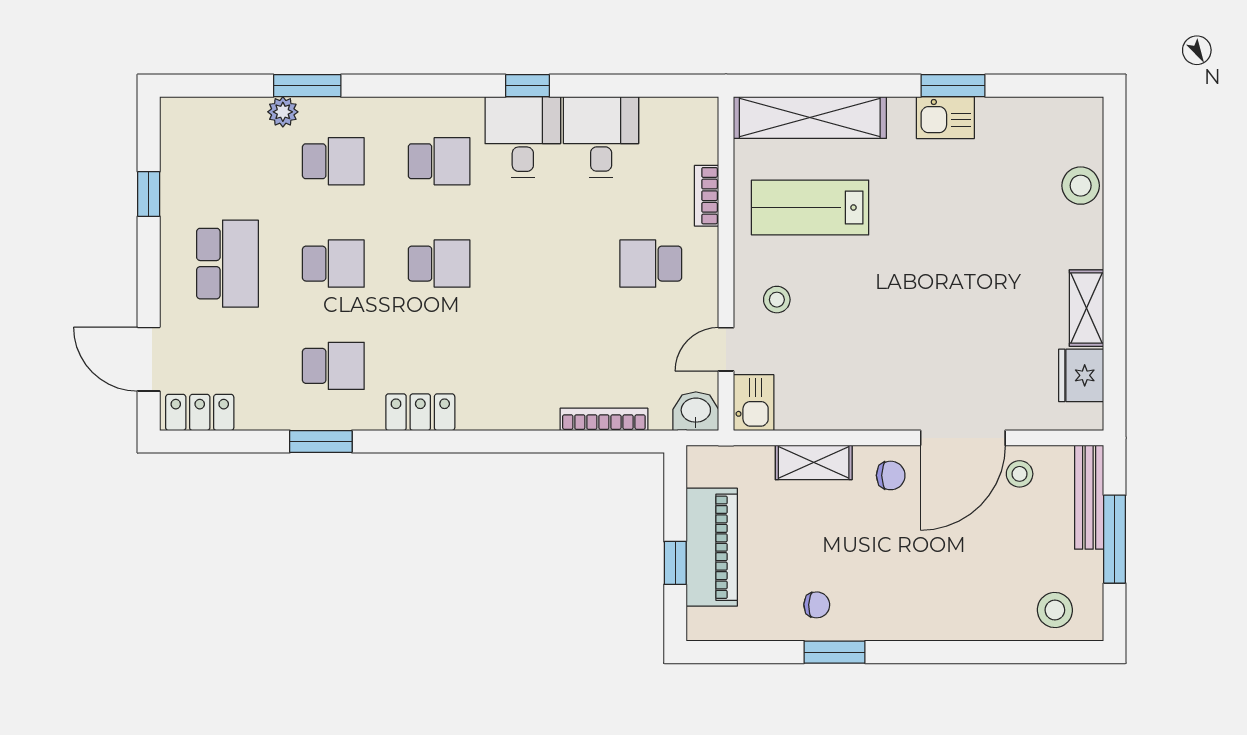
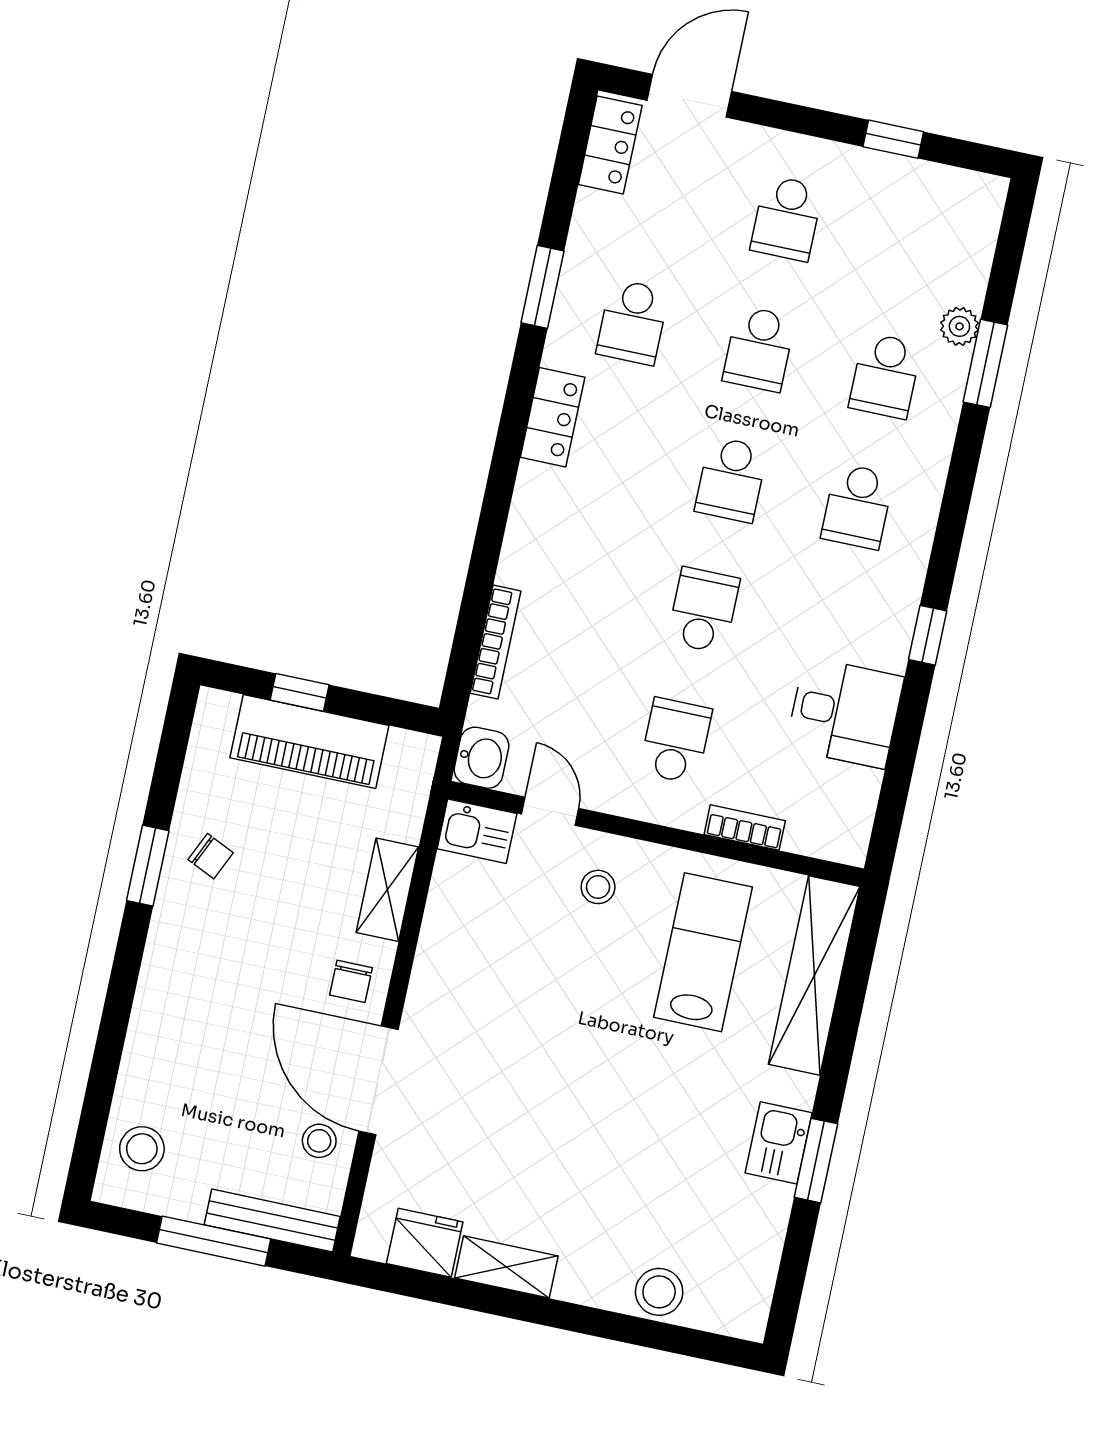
desk: (523, 137) -> (865, 616), removed
school desk: (227, 264) -> (787, 218), width x0.54
school desk: (545, 264) -> (703, 610), added
chair: (817, 605) -> (211, 856), turned -67

